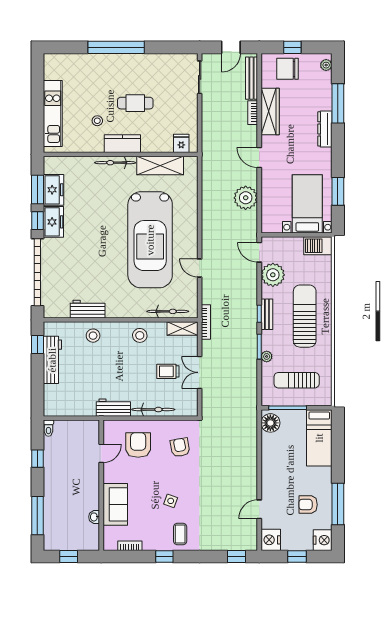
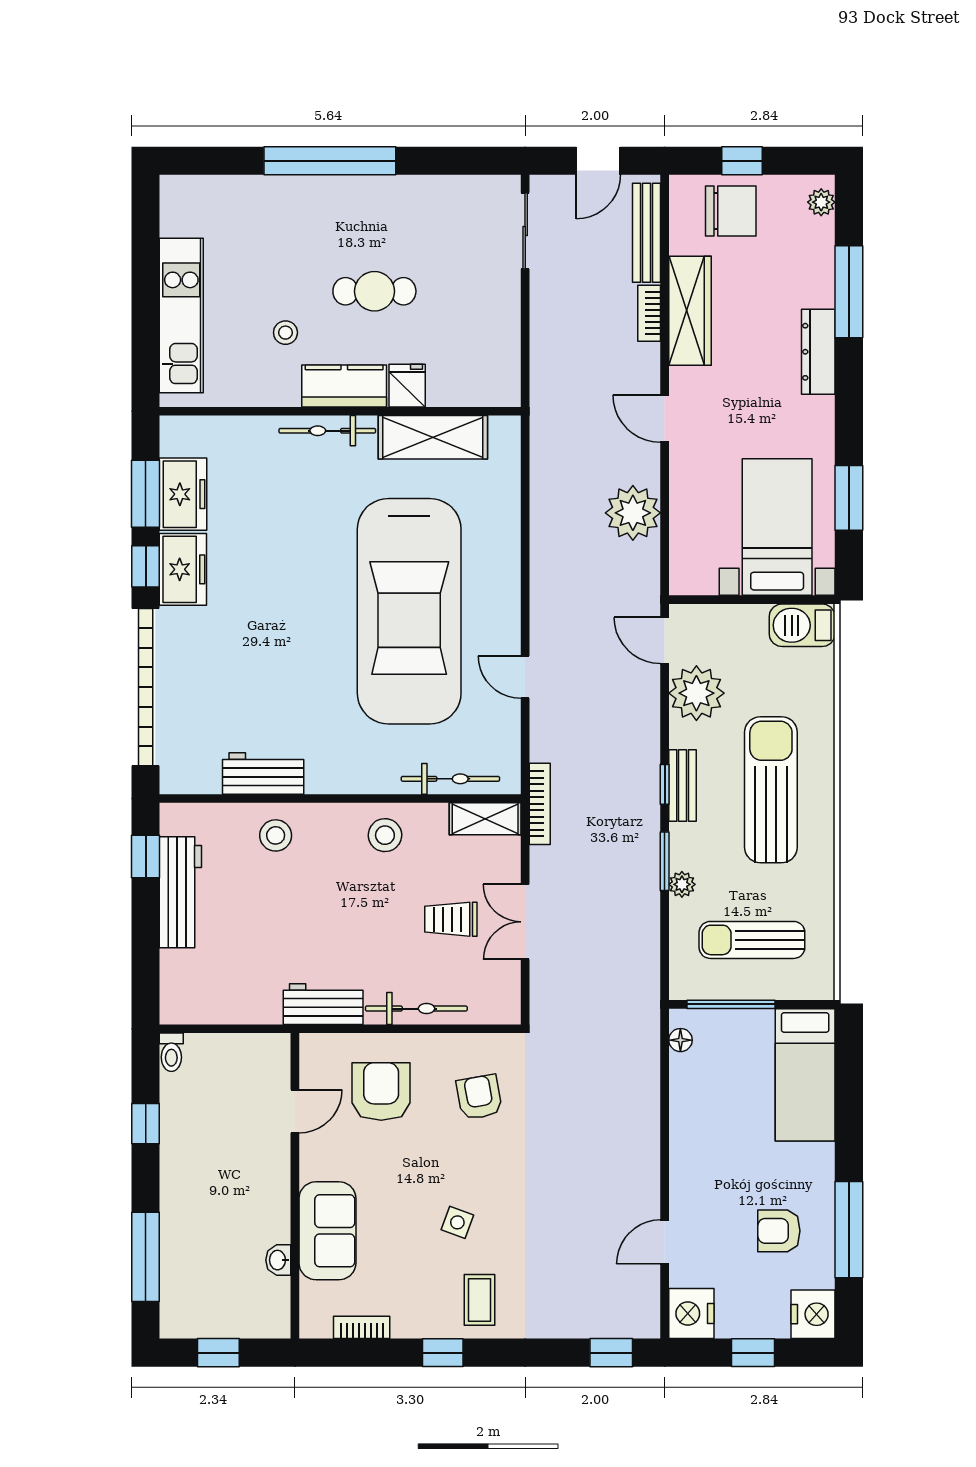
chair: (288, 69) -> (731, 211), turned 180
fridge: (181, 143) -> (407, 386), moved
floor lamp: (270, 423) -> (680, 1040), width x0.53, depth x0.53

